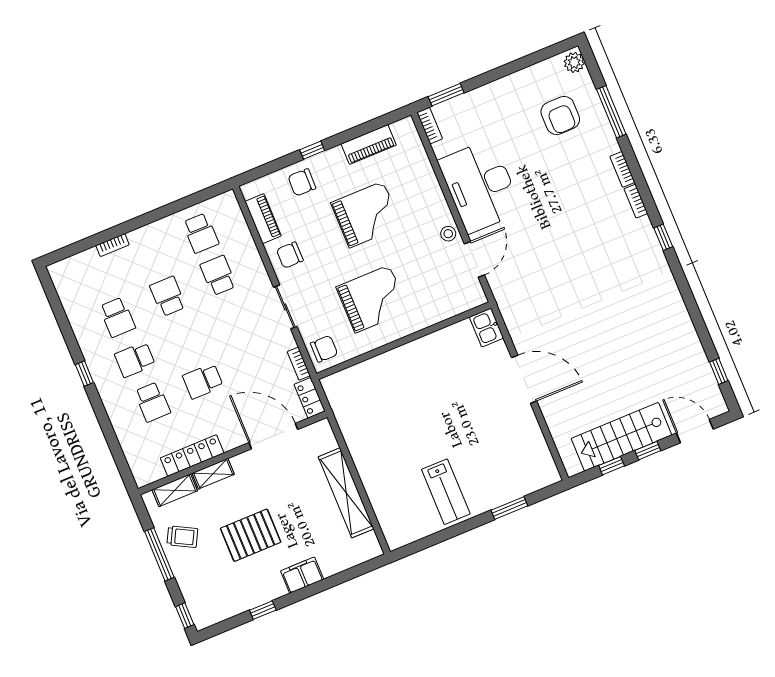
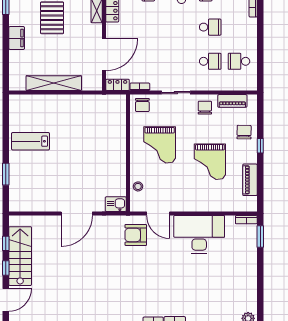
armchair: (560, 115) -> (136, 235), moved
stool: (448, 234) -> (138, 186), moved
school desk: (203, 381) -> (153, 27), removed

